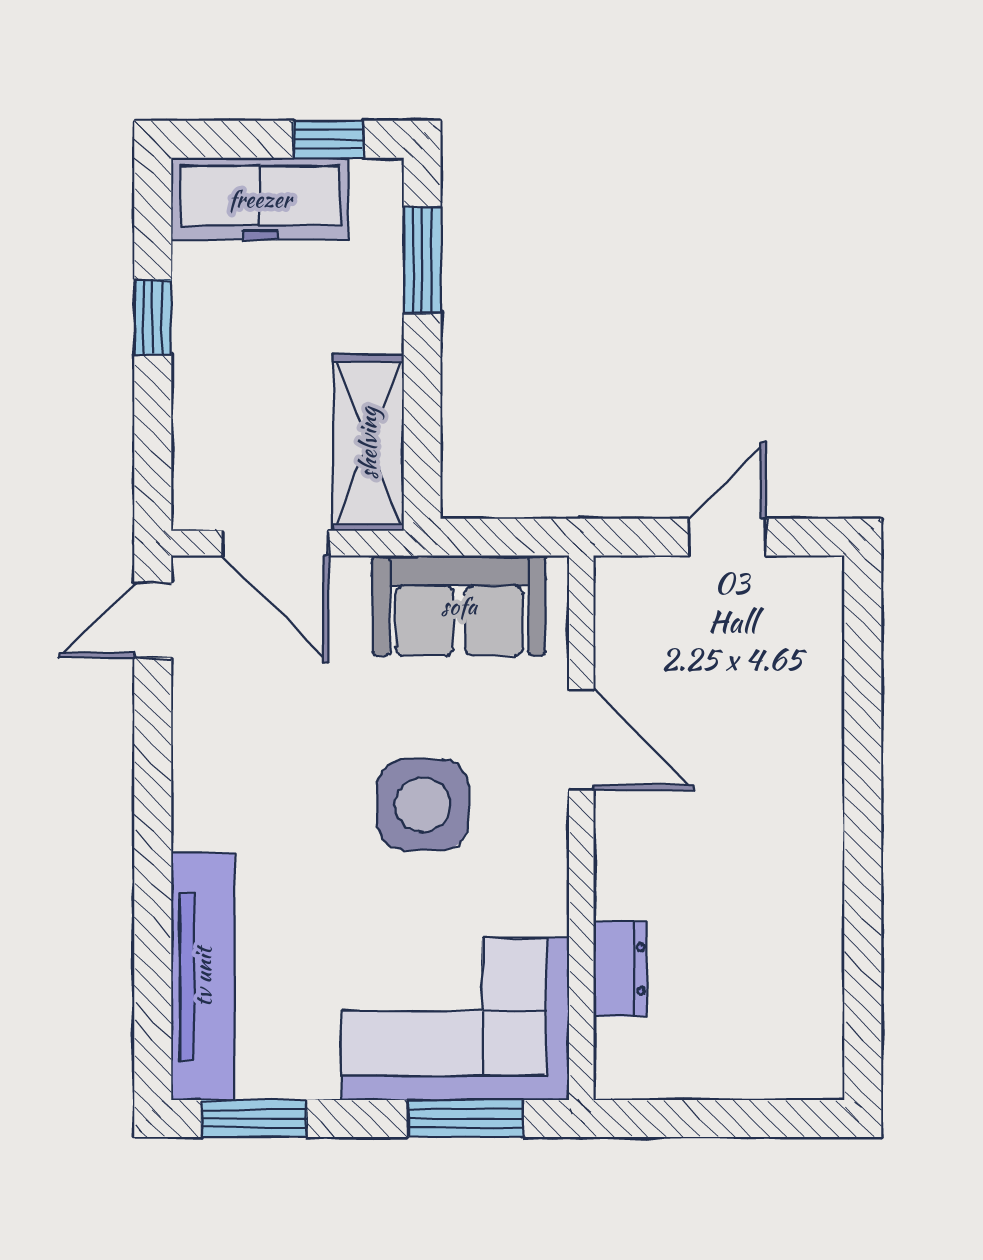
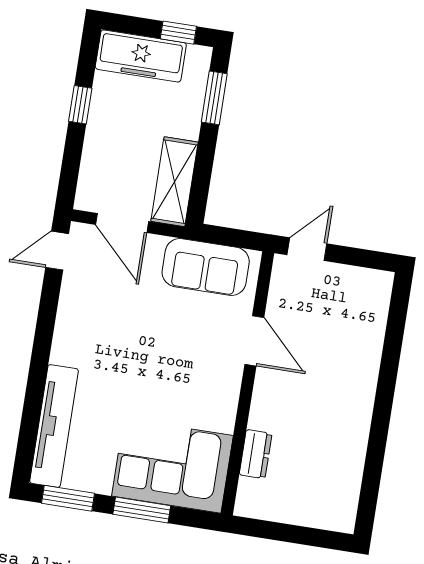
door: (727, 537) -> (307, 249), moved
side table: (423, 805) -> (173, 360), removed
window: (466, 1119) -> (142, 510), moved

